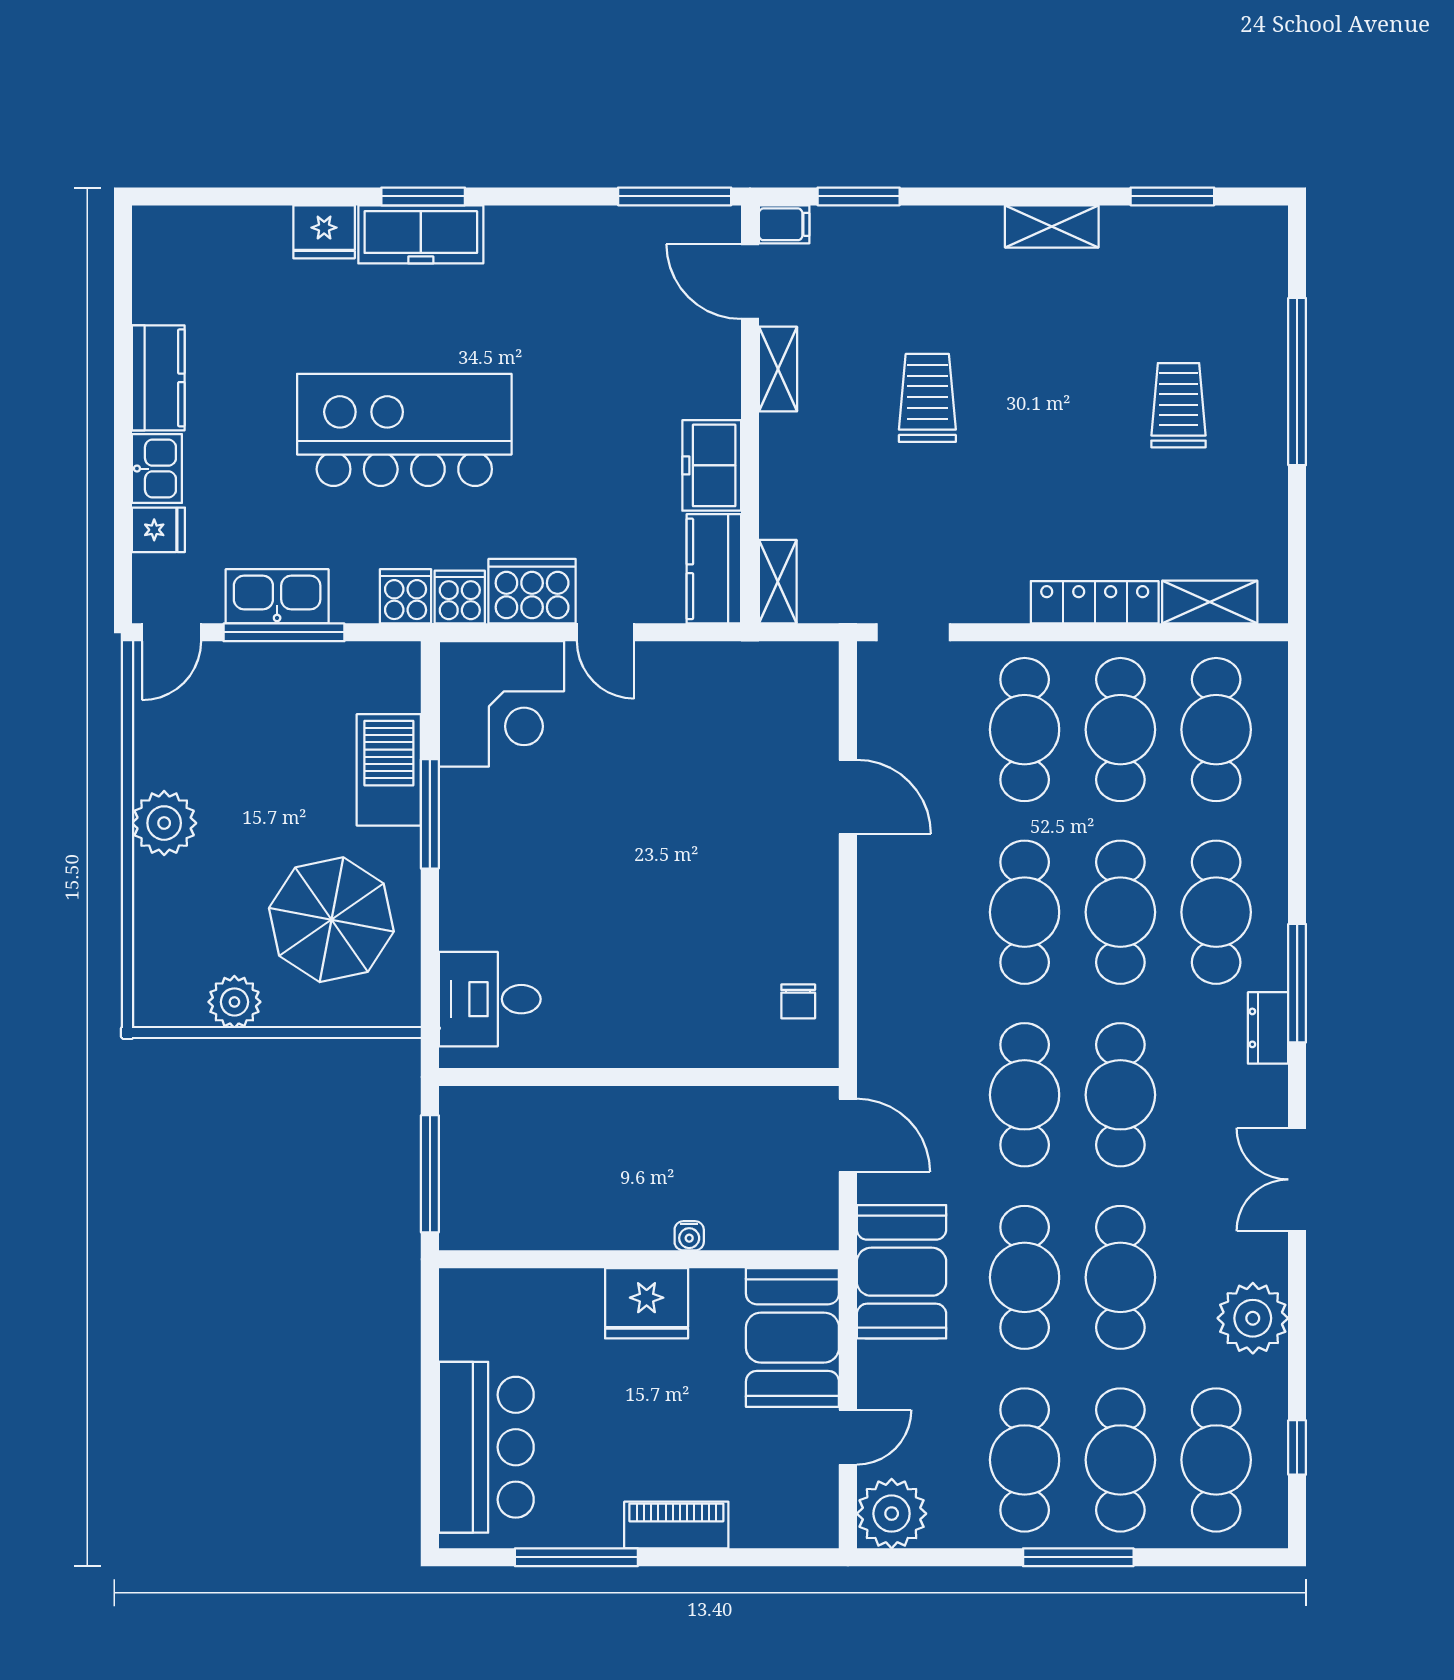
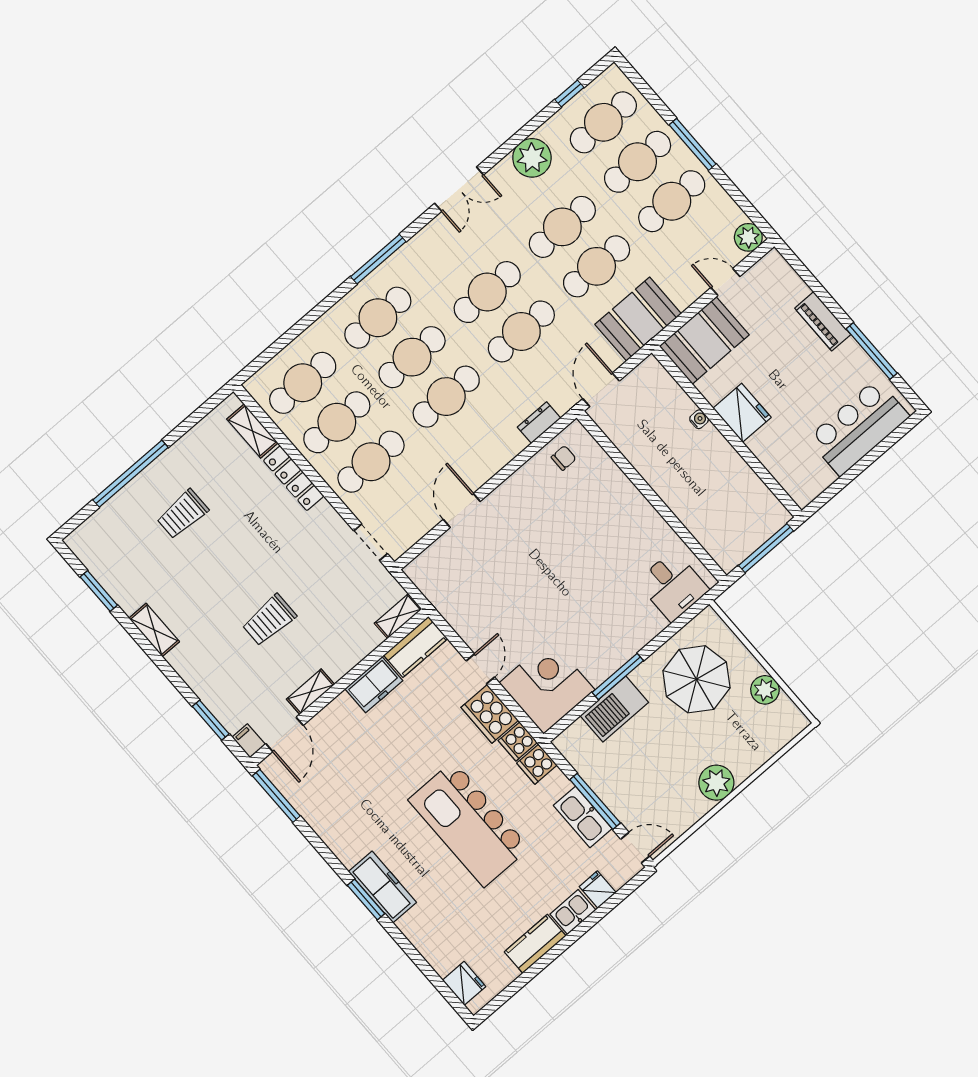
fridge: (324, 232) -> (464, 983), moved
dresser: (1268, 1028) -> (539, 423), moved, turned 180
plant: (892, 1514) -> (748, 237), width x0.73, depth x0.73

